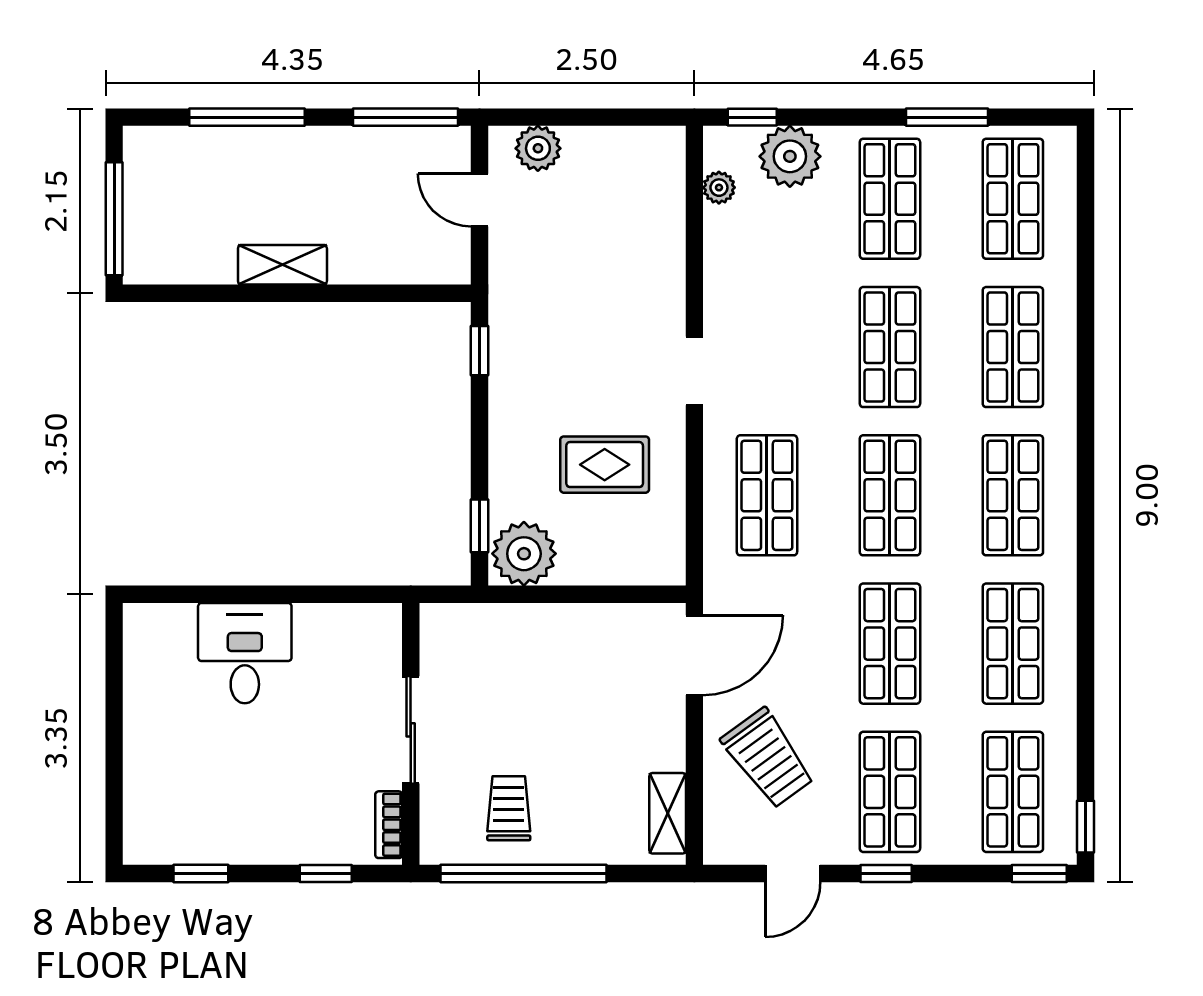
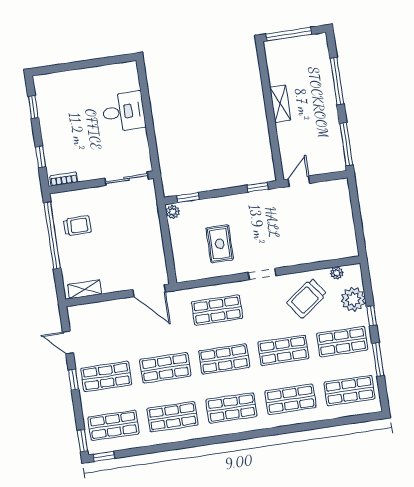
window: (752, 117) -> (372, 316), moved
plant: (538, 148) -> (342, 199), removed
door: (479, 200) -> (299, 181), moved
plant: (524, 554) -> (173, 212), width x0.53, depth x0.53
sliding door: (411, 730) -> (127, 179), moved
trolley: (768, 758) -> (307, 298), moved

